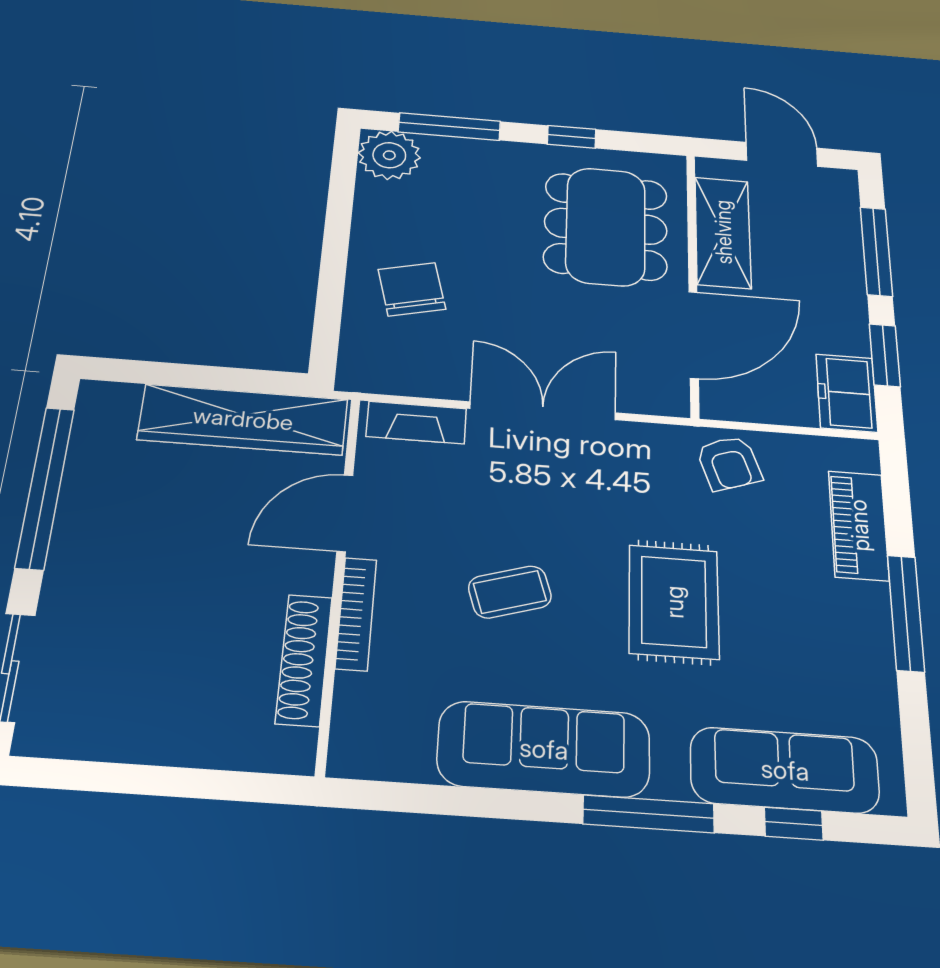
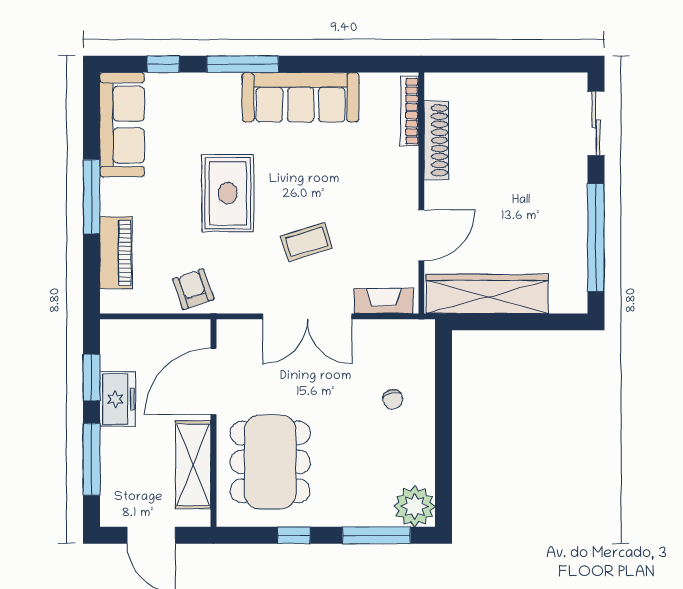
chair: (412, 289) -> (393, 399), width x0.54, depth x0.54
freezer: (847, 393) -> (118, 399), moved
coffee table: (510, 592) -> (307, 242), moved
bookcase: (356, 614) -> (410, 111), moved
sofa: (785, 770) -> (122, 125), moved, turned -90

